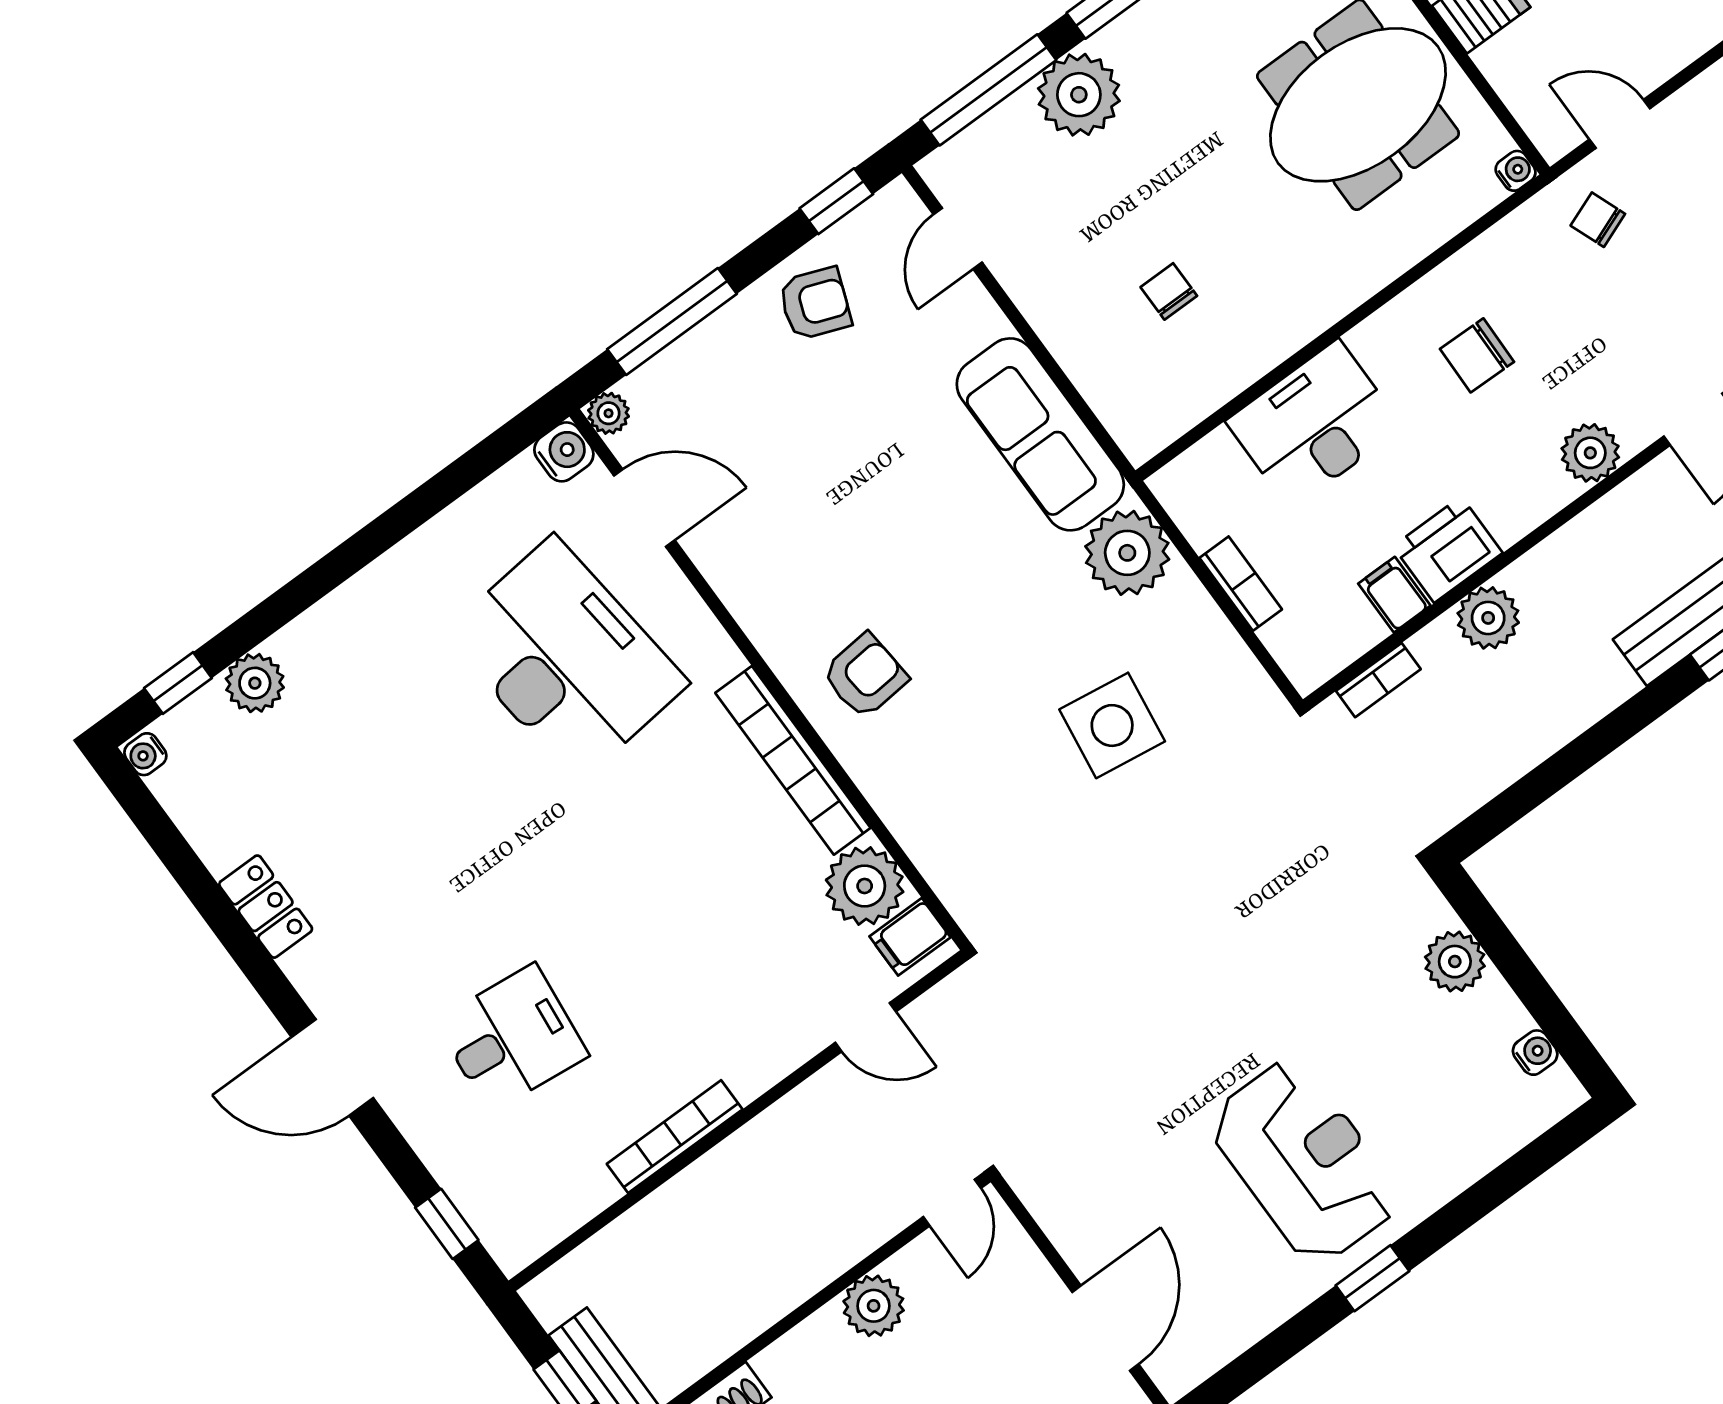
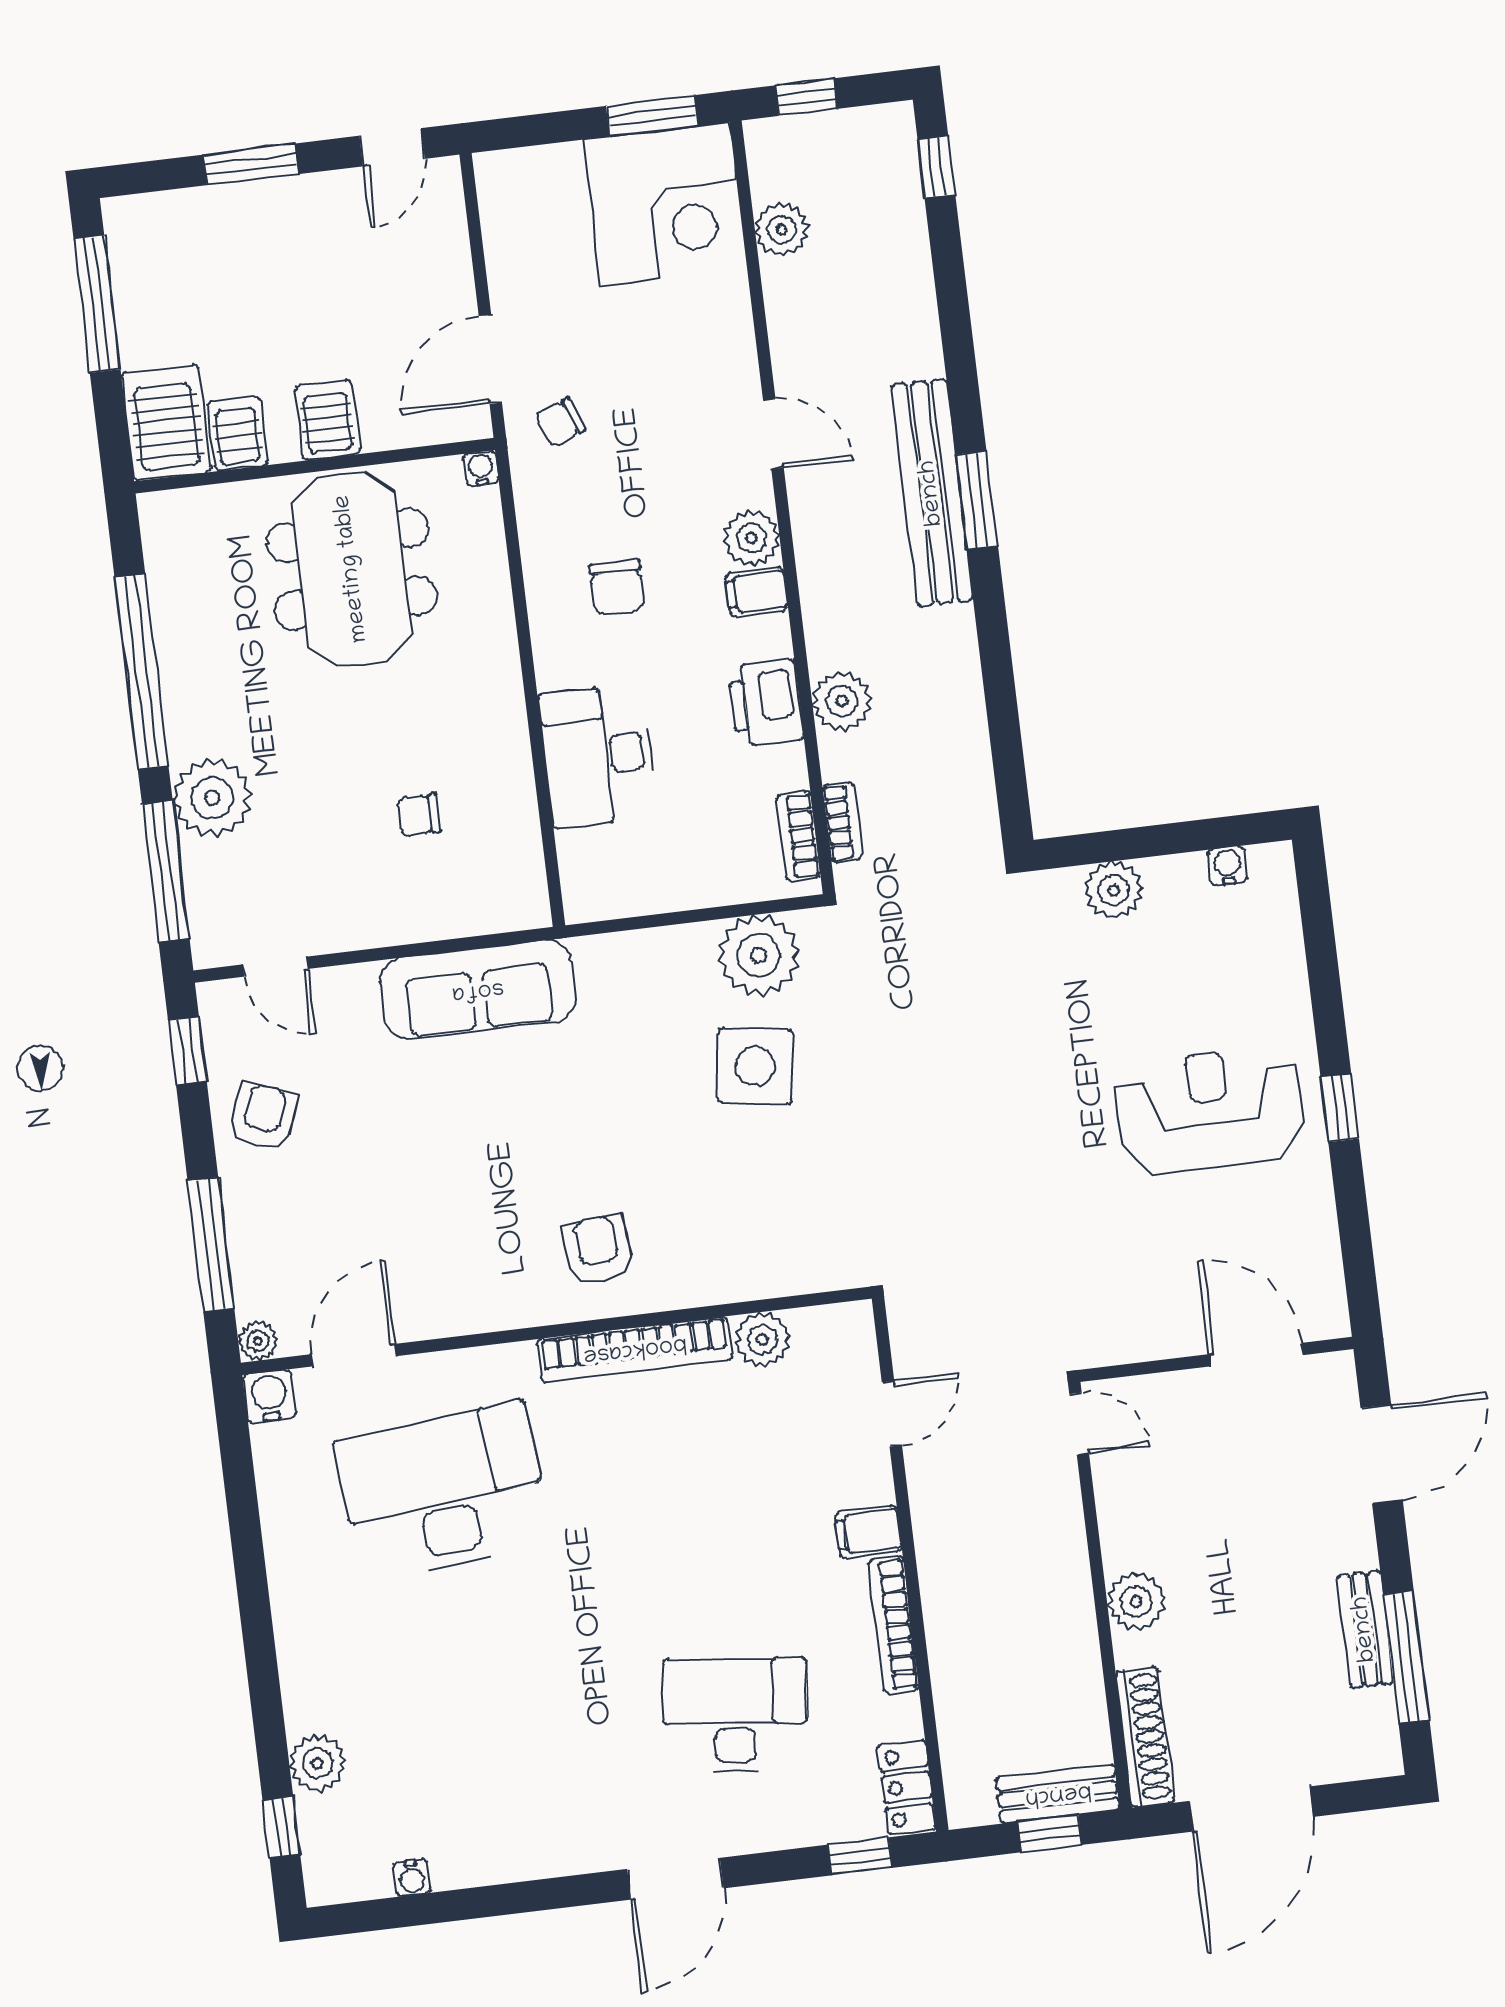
door: (1620, 124) -> (490, 359), width x1.38
plant: (1127, 553) -> (759, 955), moved
bookcase: (1241, 584) -> (798, 836), moved, turned -90
filing cabinet: (1394, 595) -> (757, 592), moved
water cooler: (145, 754) -> (412, 1878), moved
plant: (865, 886) -> (762, 1340), width x0.73, depth x0.73
locker: (266, 907) -> (907, 1787), moved, turned -90
filing cabinet: (910, 937) -> (869, 1532), moved, turned 90
desk: (512, 1038) -> (735, 1715), width x1.37
plant: (874, 1306) -> (1136, 1601), moved

